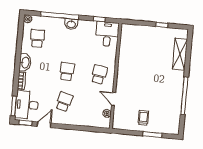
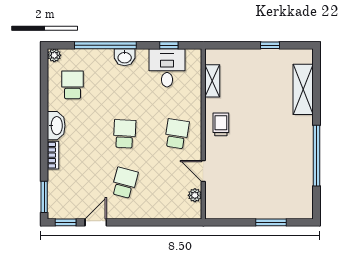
desk: (107, 34) -> (167, 68), moved
shelving: (124, 44) -> (212, 81), added
desk: (27, 105) -> (65, 193), removed
trolley: (143, 118) -> (221, 124), moved

